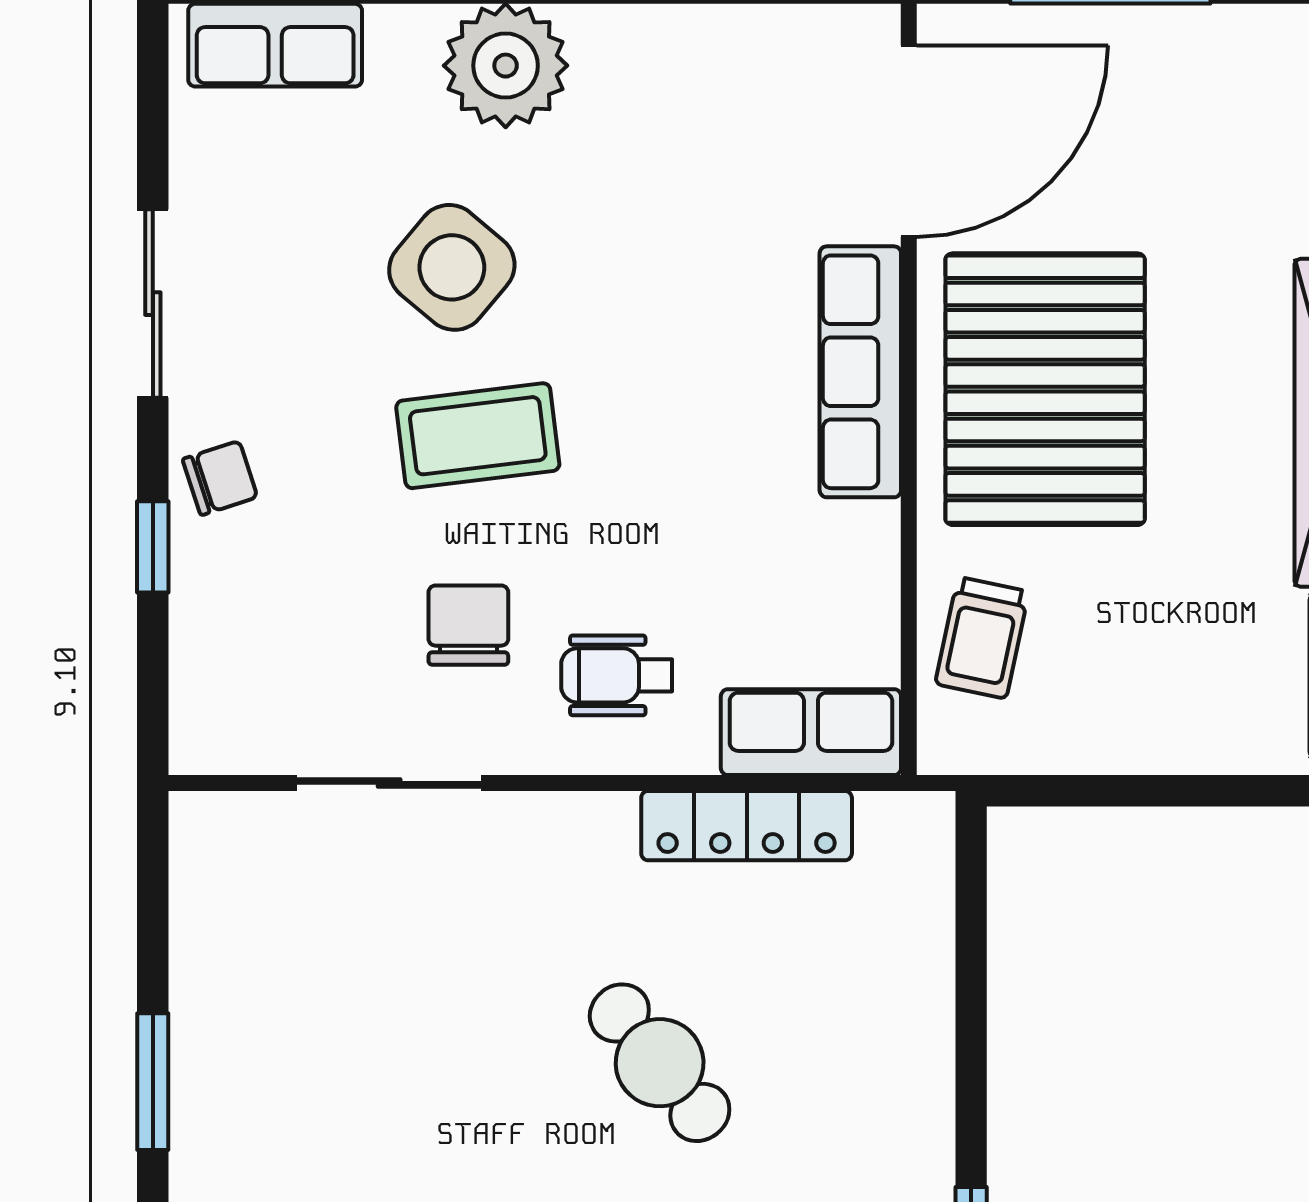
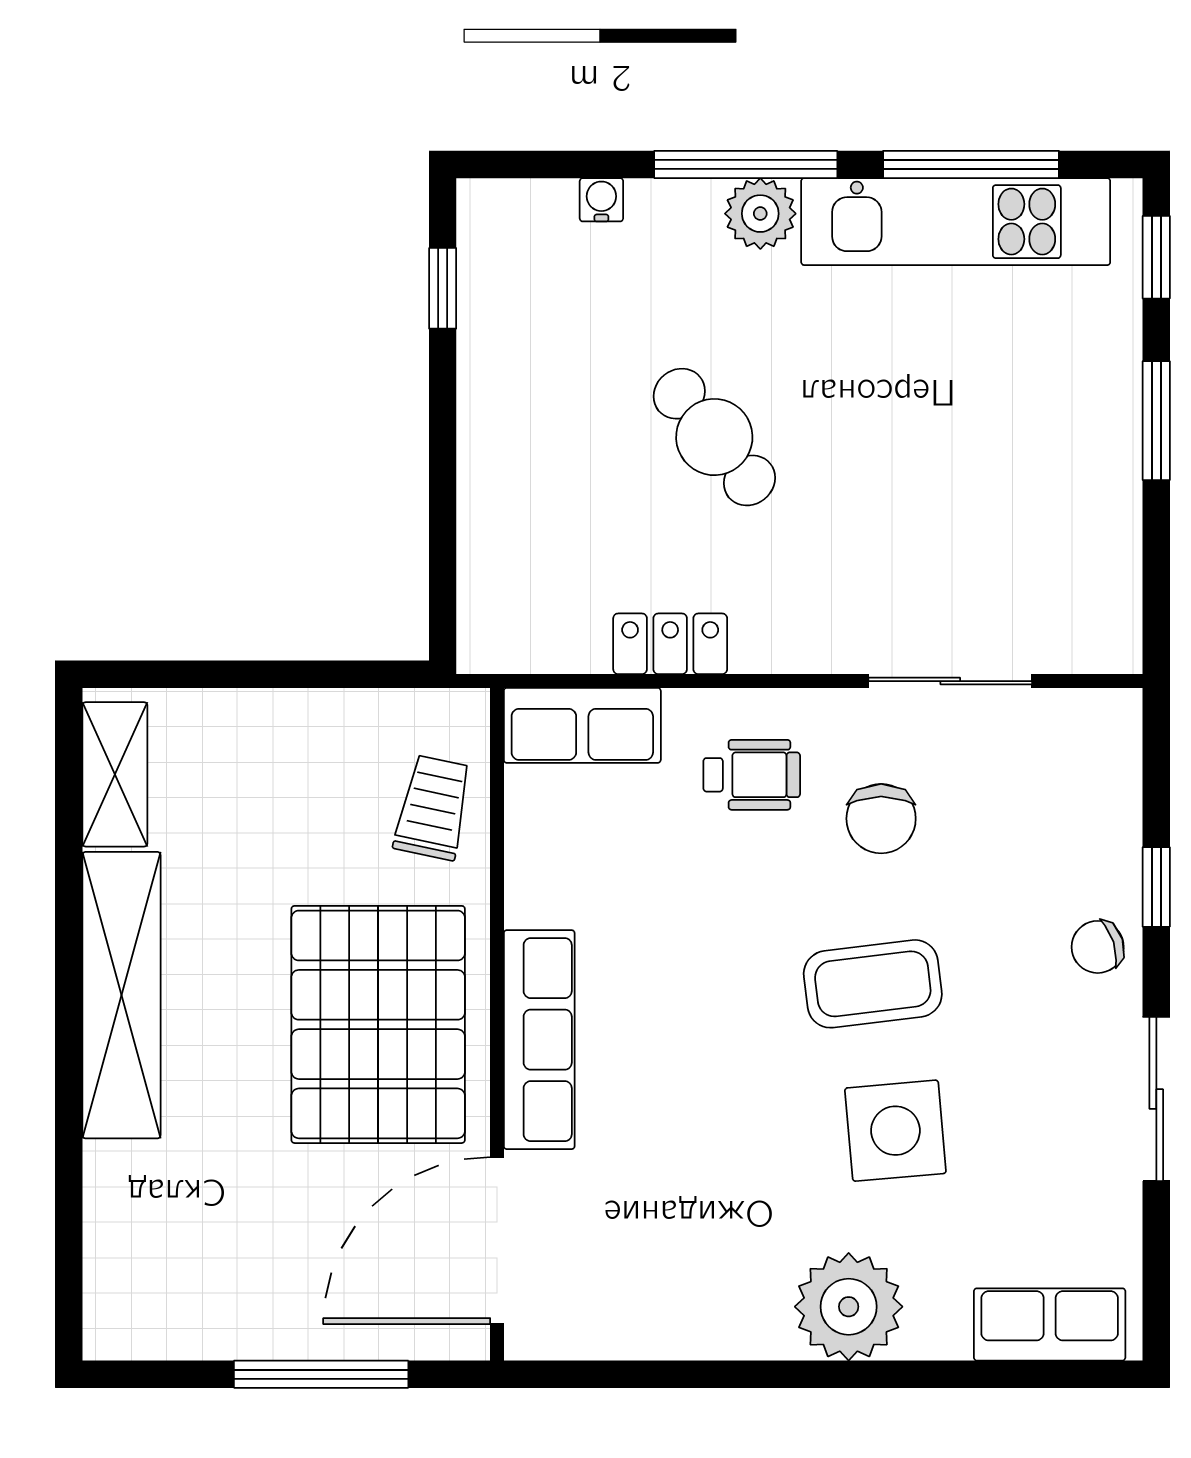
side table: (452, 267) -> (895, 1131), turned 45
locker: (747, 826) -> (670, 644), width x0.66

